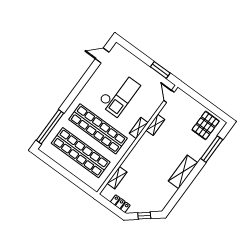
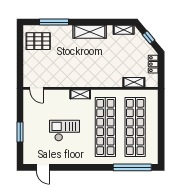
window: (160, 70) -> (20, 132), moved
checkout: (119, 94) -> (65, 131), width x0.73, depth x0.83
door: (169, 96) -> (36, 88), hinge flipped
shelving: (155, 125) -> (124, 30), moved

